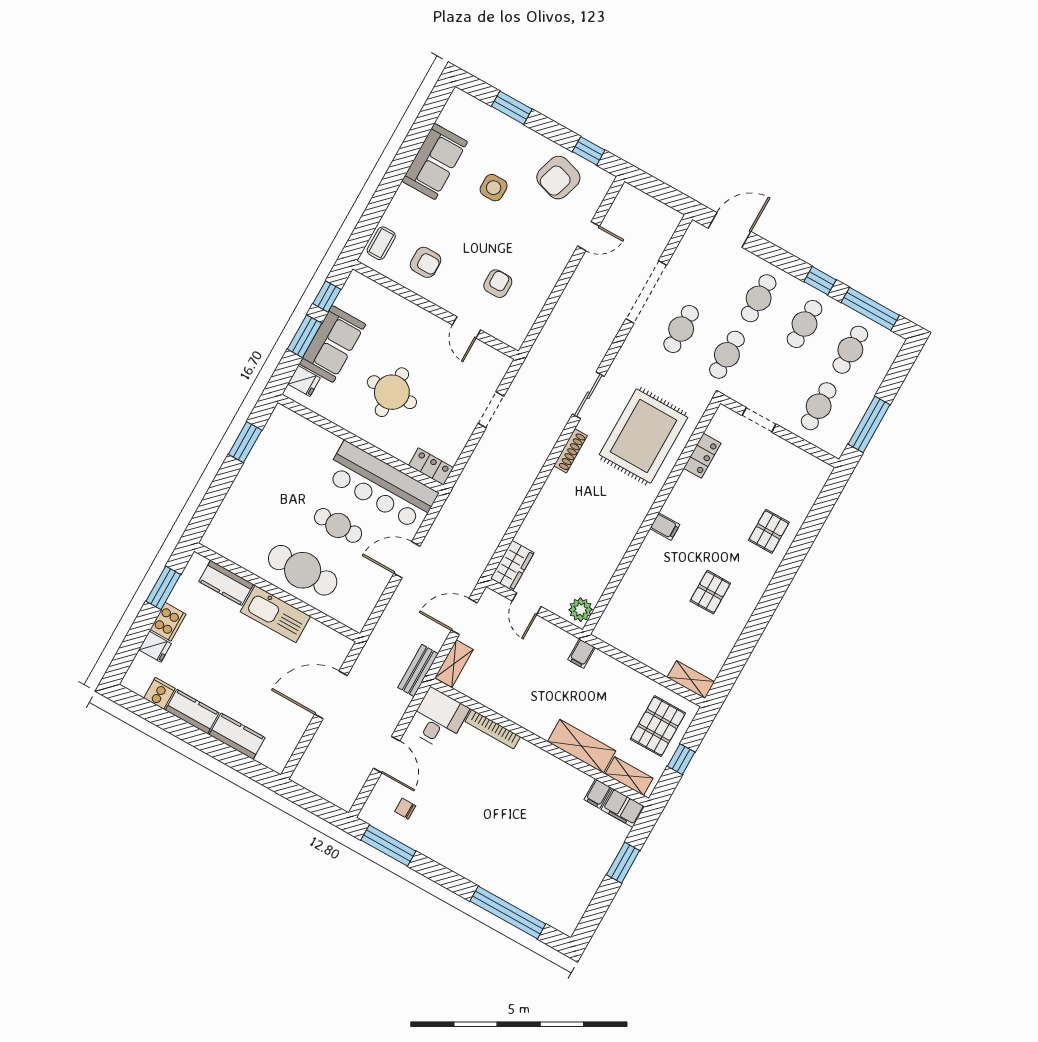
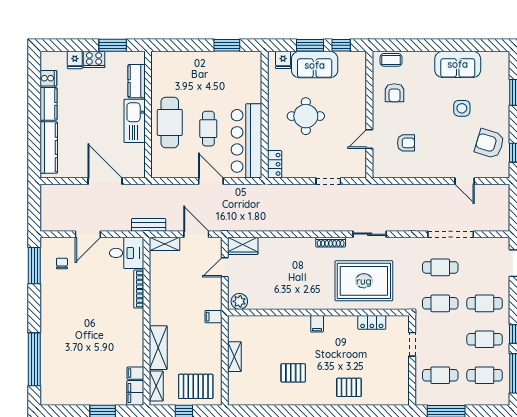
shelving: (691, 680) -> (234, 357), moved
kitchen counter: (237, 736) -> (49, 147), width x1.50

